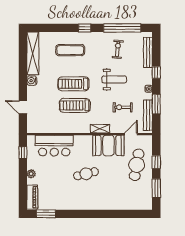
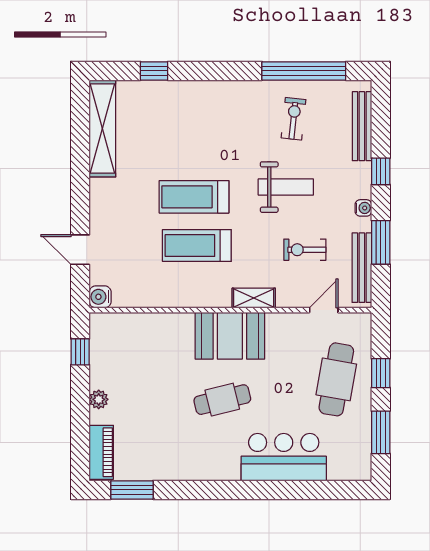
window: (85, 28) -> (154, 71), moved
exercise mat: (70, 50) -> (187, 121), removed
water cooler: (32, 81) -> (100, 297), moved
booth: (108, 145) -> (230, 336), moved
bar counter: (54, 146) -> (284, 457), moved, turned 180

